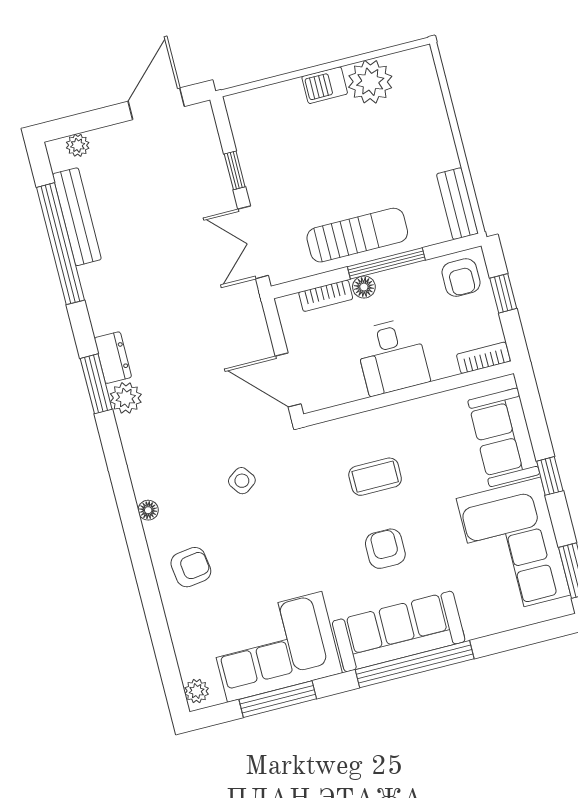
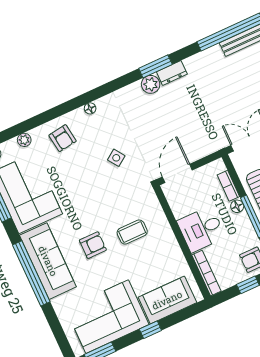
bookcase: (483, 358) -> (206, 273), width x1.56
coffee table: (375, 477) -> (132, 232), turned 90
plant: (182, 634) -> (24, 140), added

